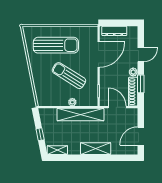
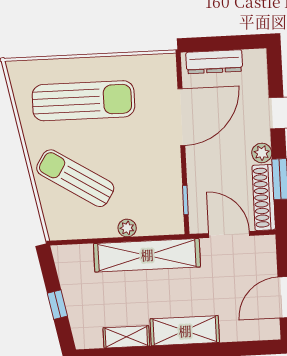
sun lounger: (69, 76) -> (75, 178), moved
shelving: (57, 150) -> (126, 337), moved

